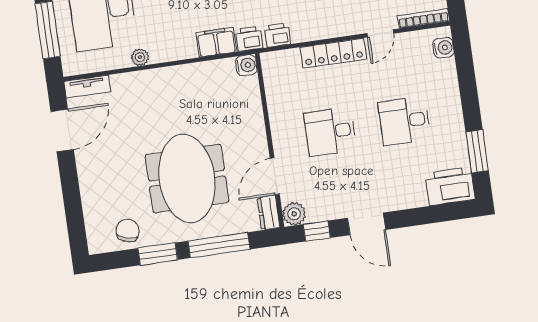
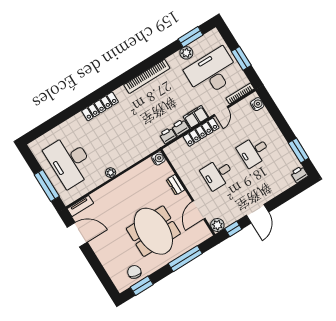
printer: (249, 39) -> (180, 127), moved
filing cabinet: (216, 42) -> (196, 117), moved
plant: (140, 57) -> (111, 173), moved
door: (62, 130) -> (77, 235), hinge flipped
printer: (450, 186) -> (299, 174), width x0.53, depth x0.68
dresser: (269, 213) -> (175, 185), moved
door: (367, 224) -> (257, 214), hinge flipped
window: (158, 254) -> (142, 286), moved

